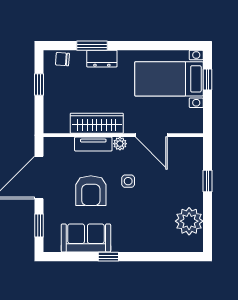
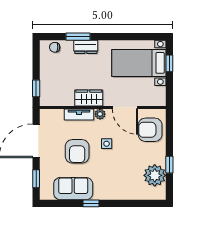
window: (39, 84) -> (36, 88), moved
wardrobe: (97, 123) -> (89, 98), width x0.67
armchair: (183, 163) -> (150, 130), added
window: (208, 181) -> (169, 165), moved

